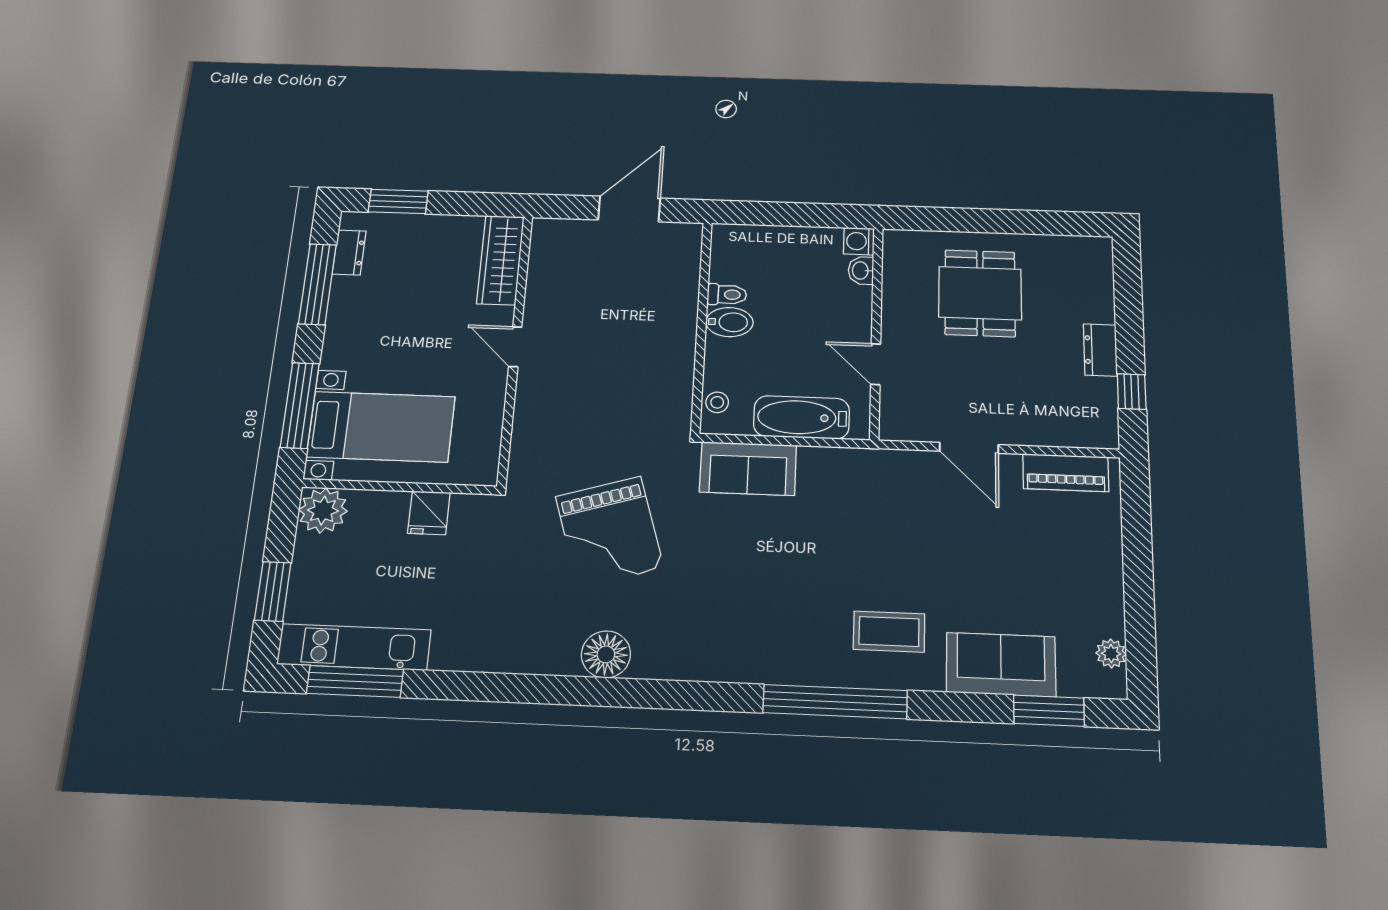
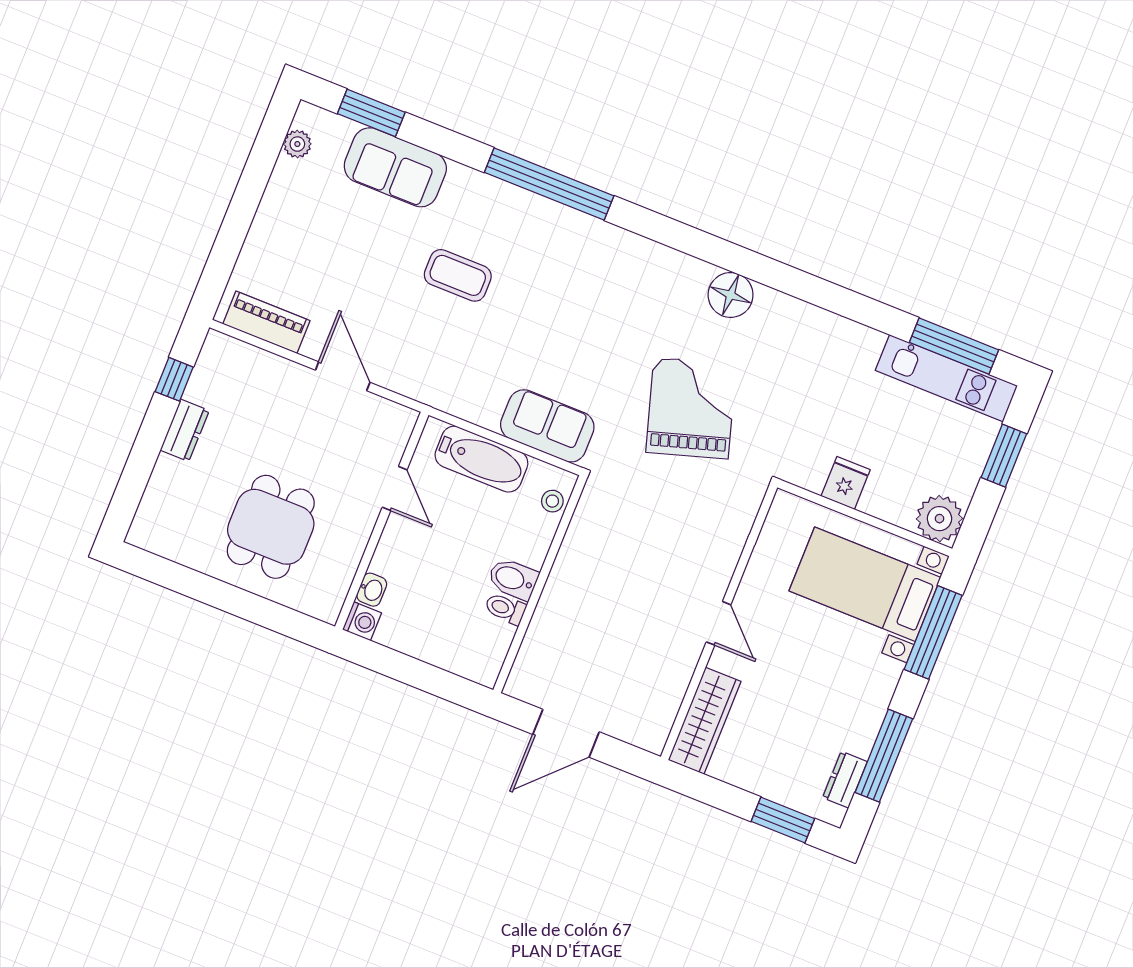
coffee table: (889, 632) -> (458, 275), moved

